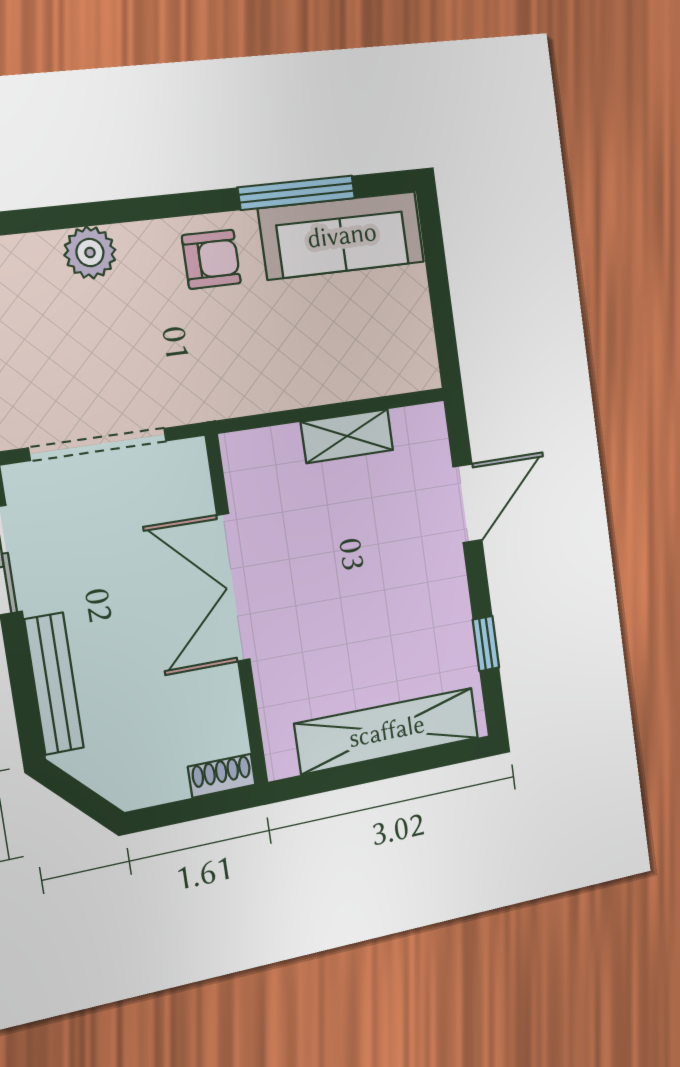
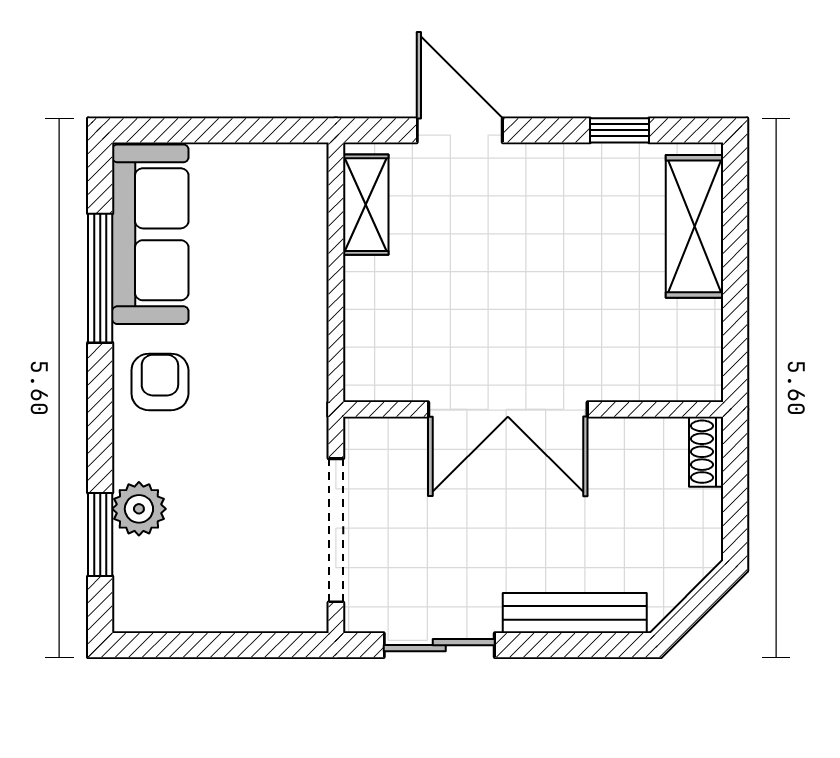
window: (60, 217) -> (100, 534), added
shelving: (347, 436) -> (366, 205), moved
shelving: (387, 731) -> (695, 226), width x0.68

